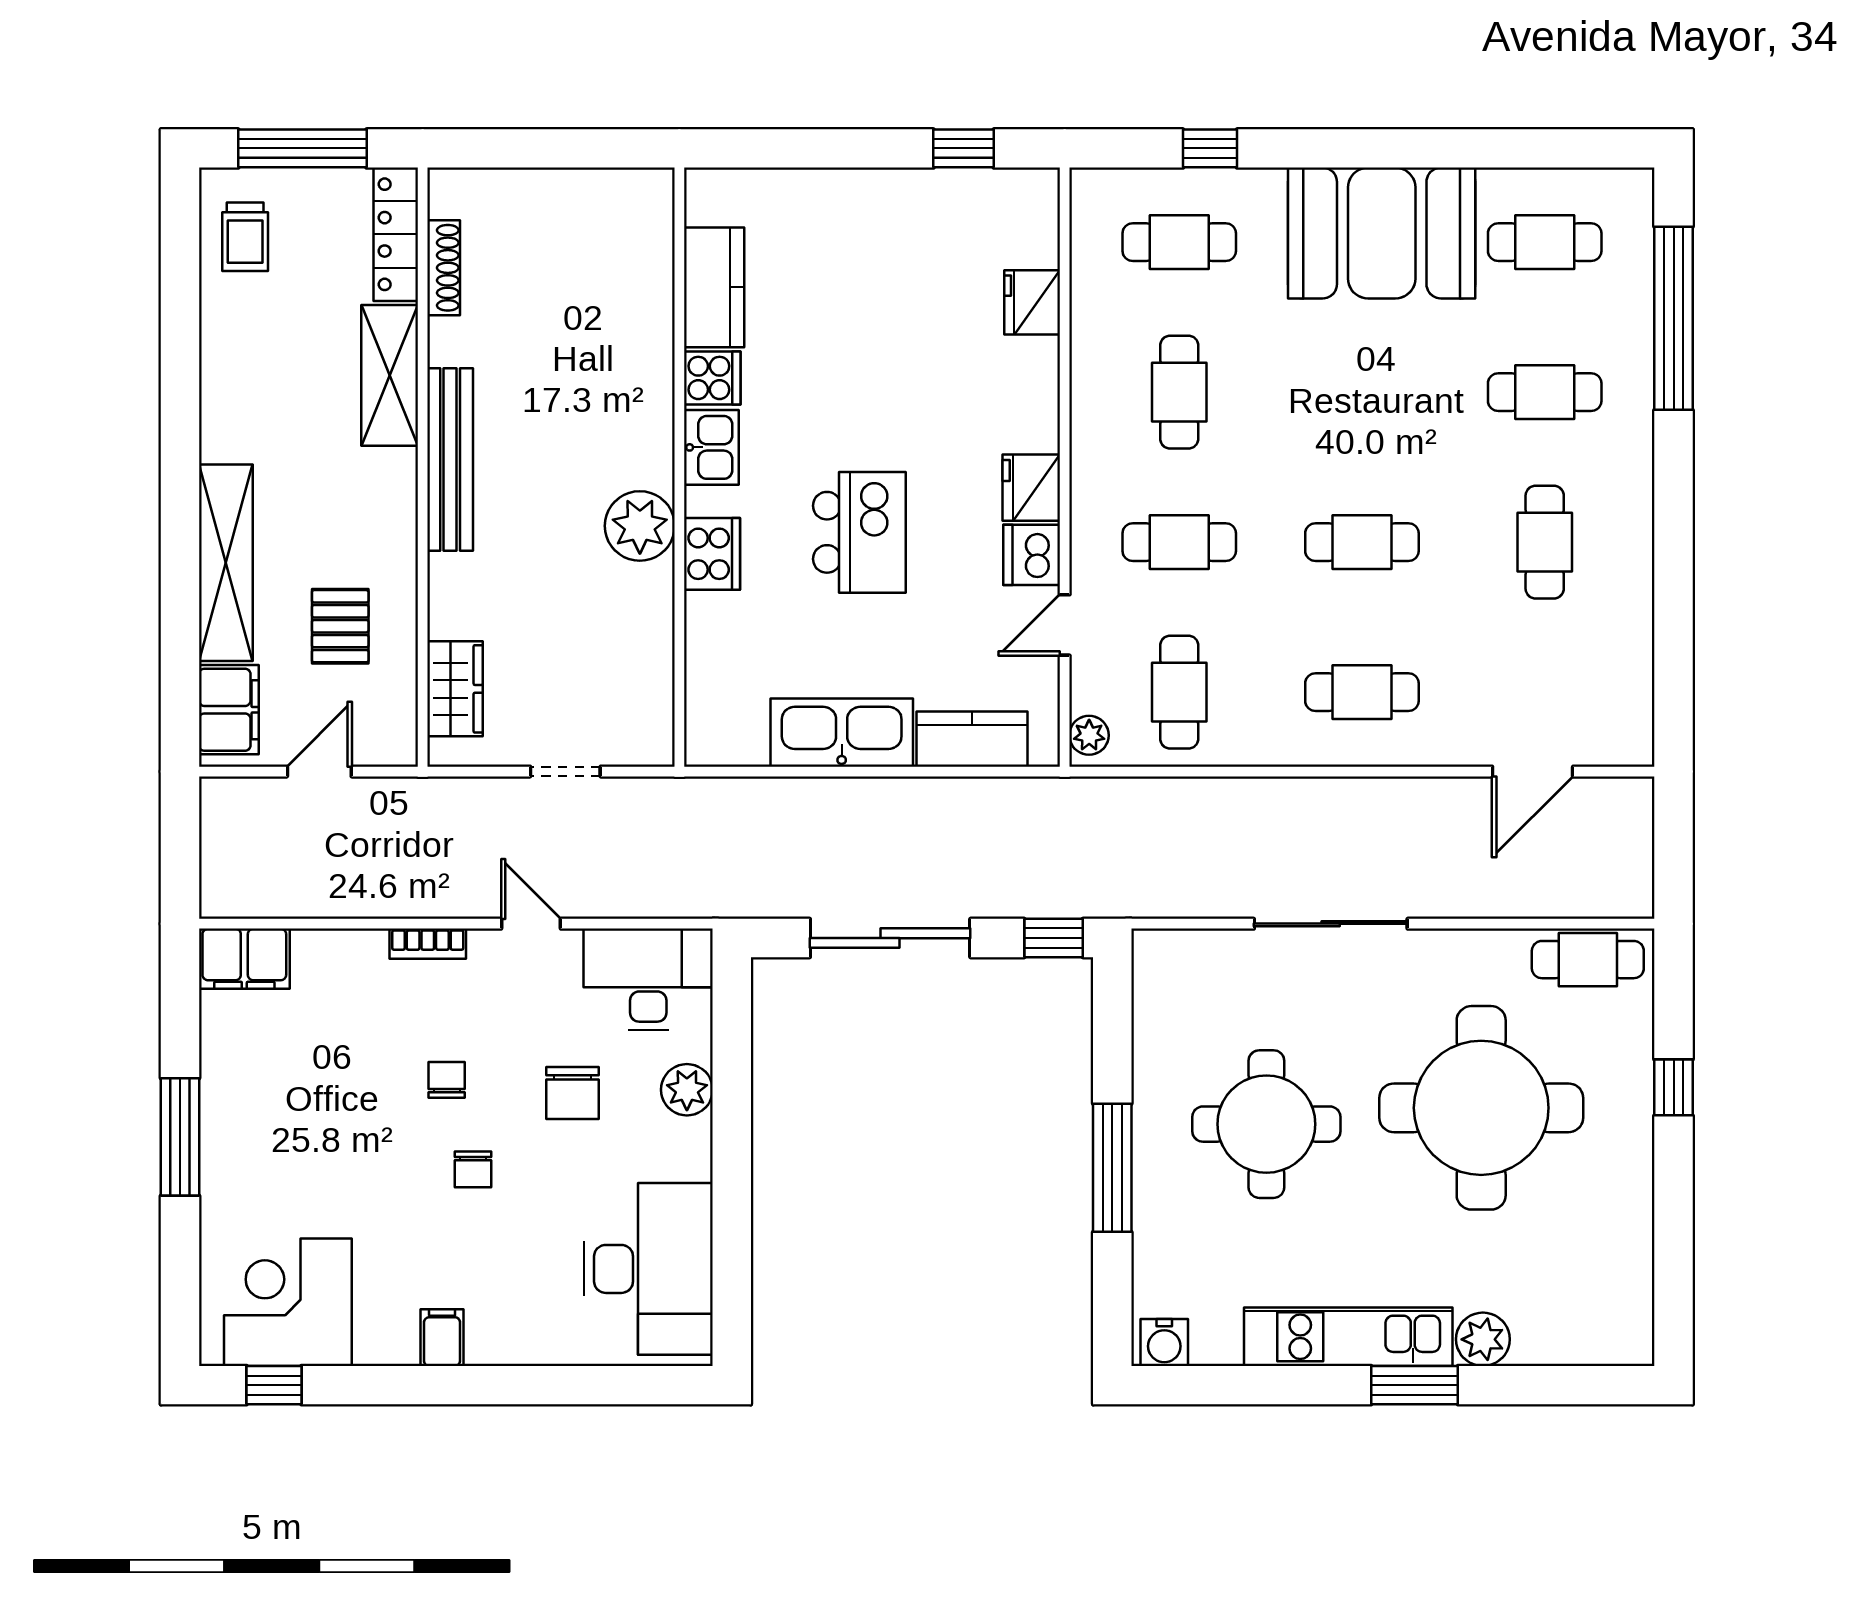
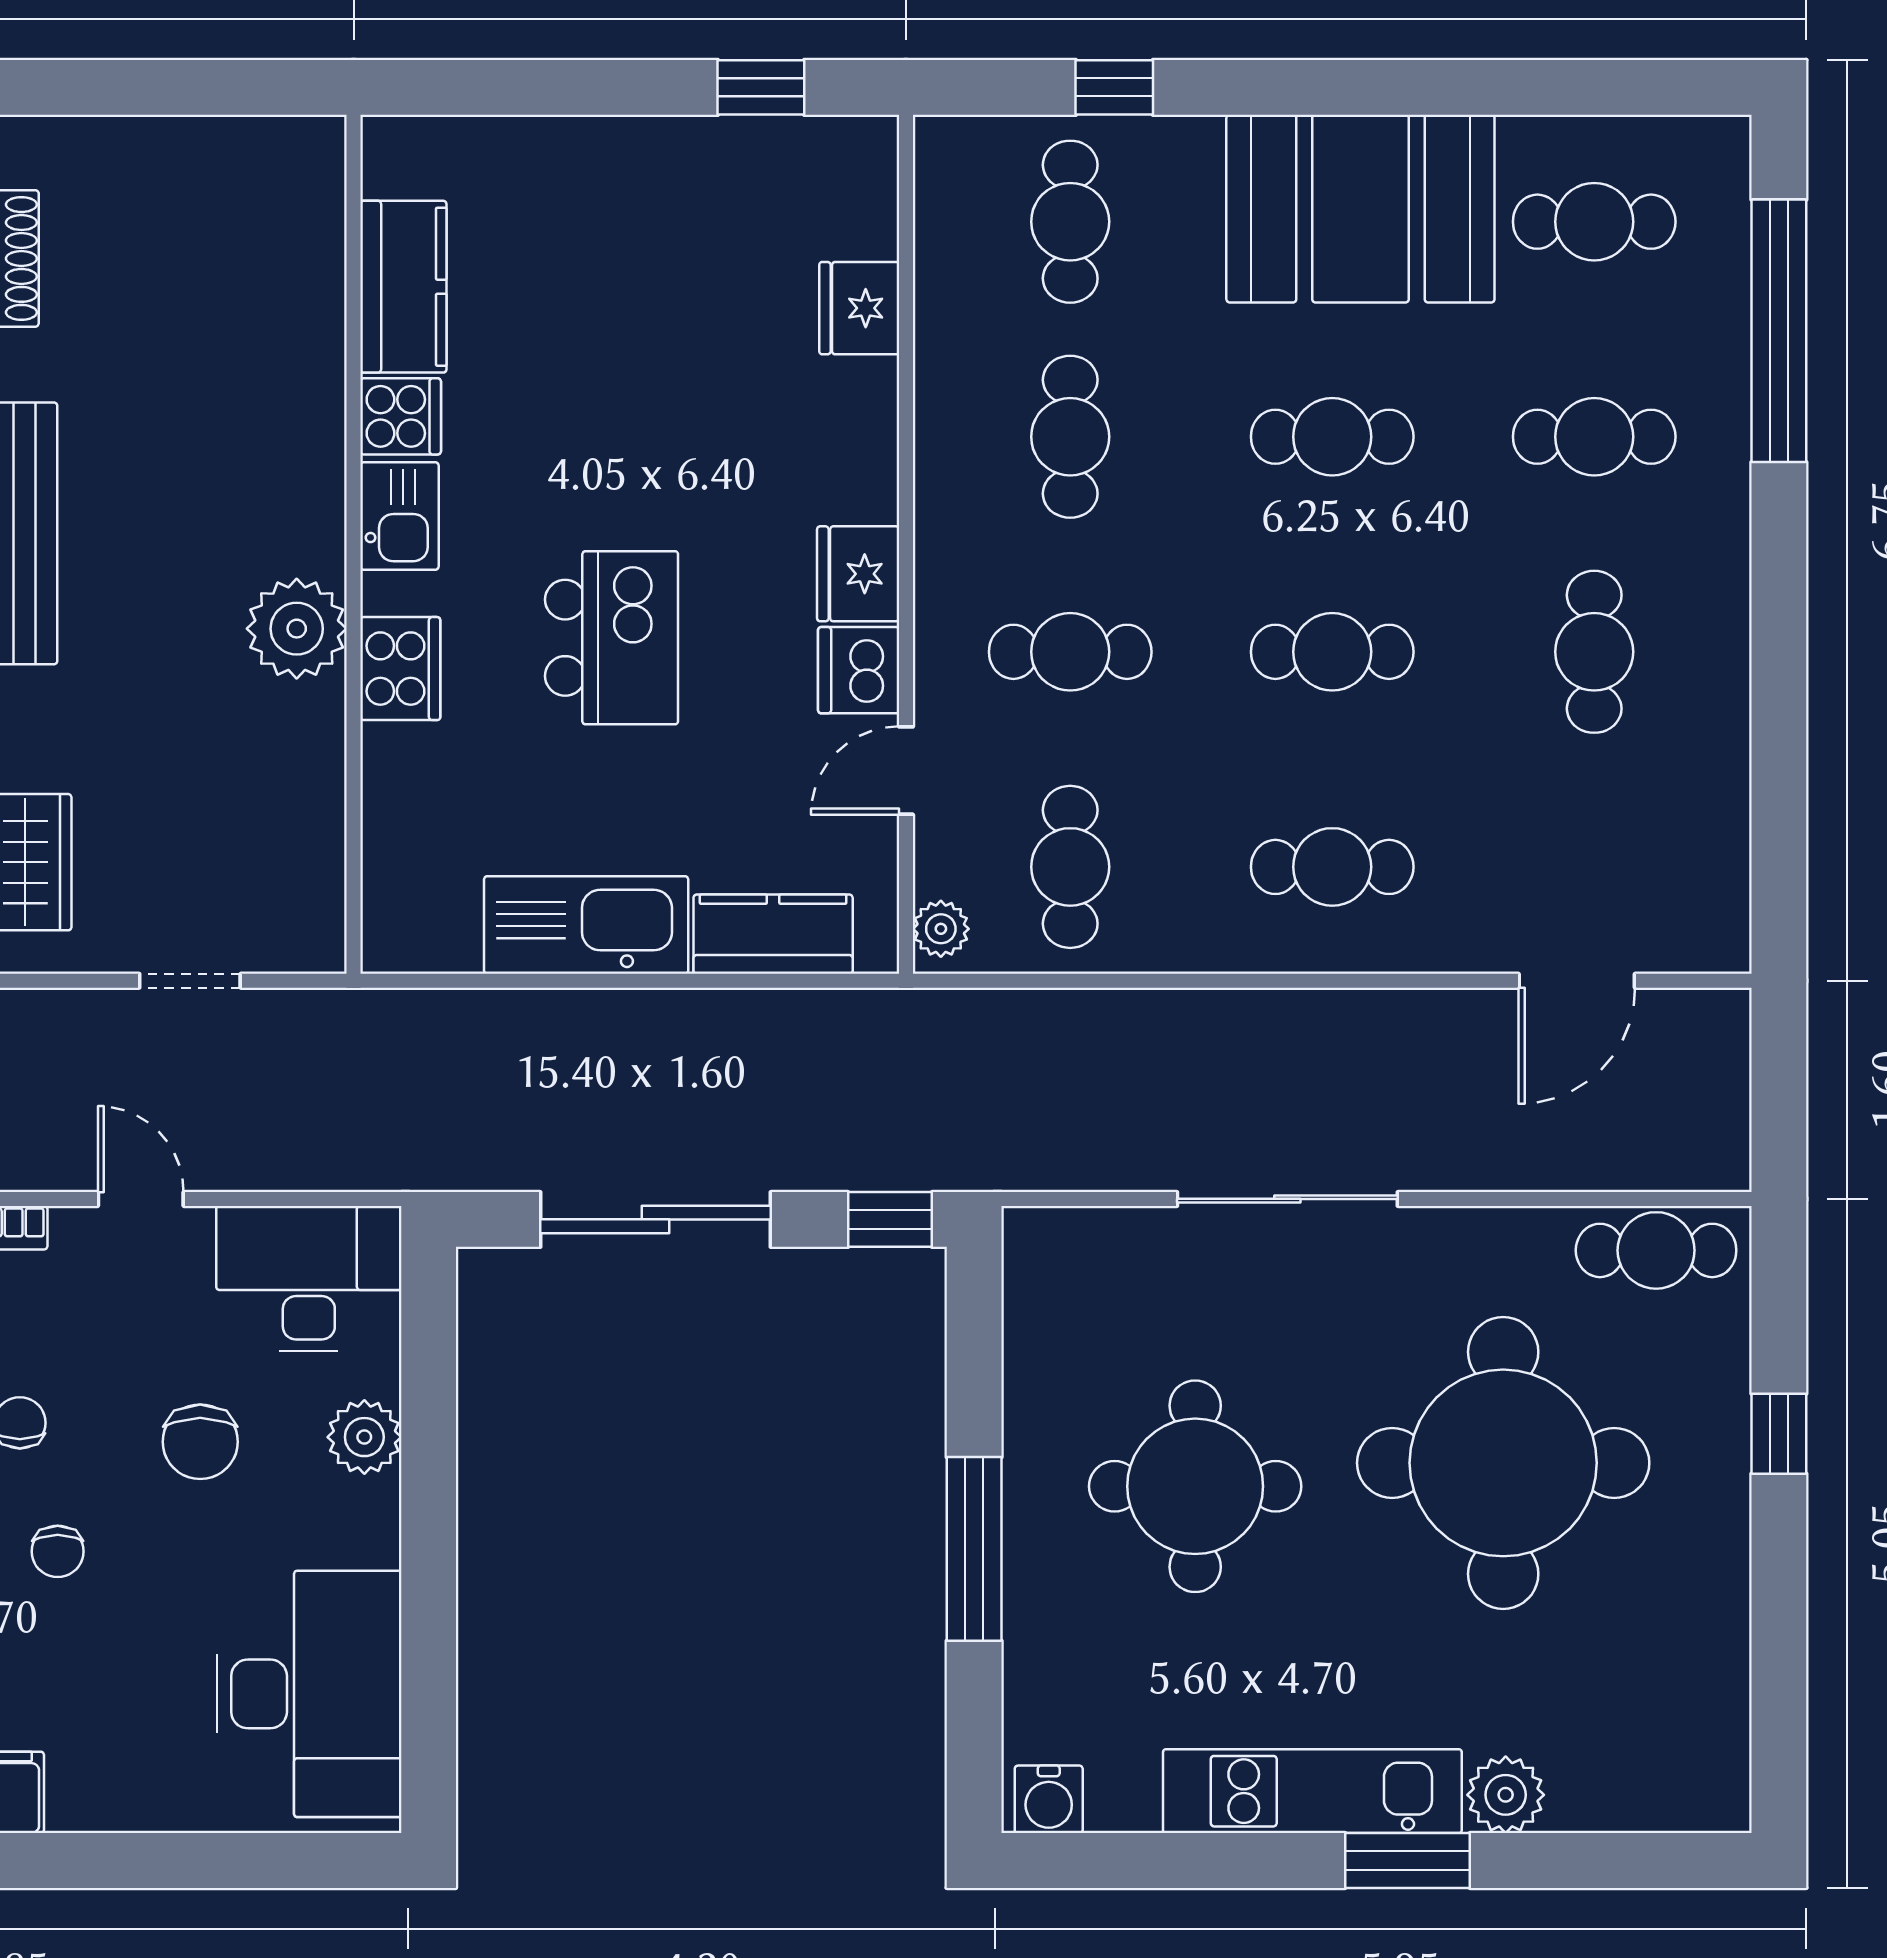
cafe table: (1179, 242) -> (1070, 222), turned 90
cafe table: (1362, 392) -> (1332, 437), added

